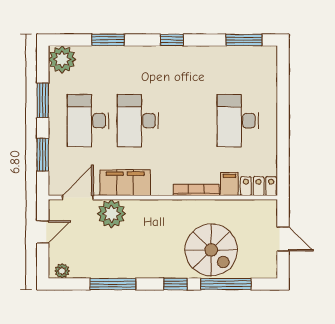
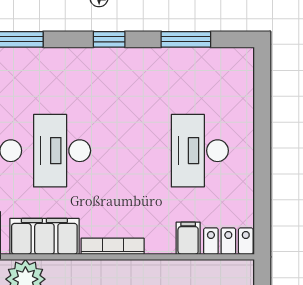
window: (244, 40) -> (186, 39), moved
bookcase: (196, 190) -> (113, 246), moved

